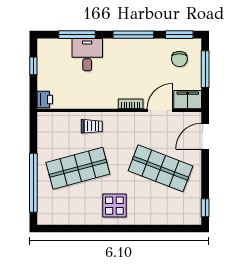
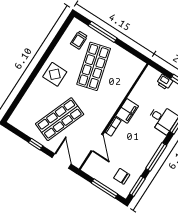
printer: (45, 99) -> (165, 82), moved
filing cabinet: (188, 100) -> (127, 111), moved
trolley: (92, 126) -> (79, 40), moved
window: (33, 183) -> (103, 32), width x0.68
window: (205, 208) -> (36, 144), moved

